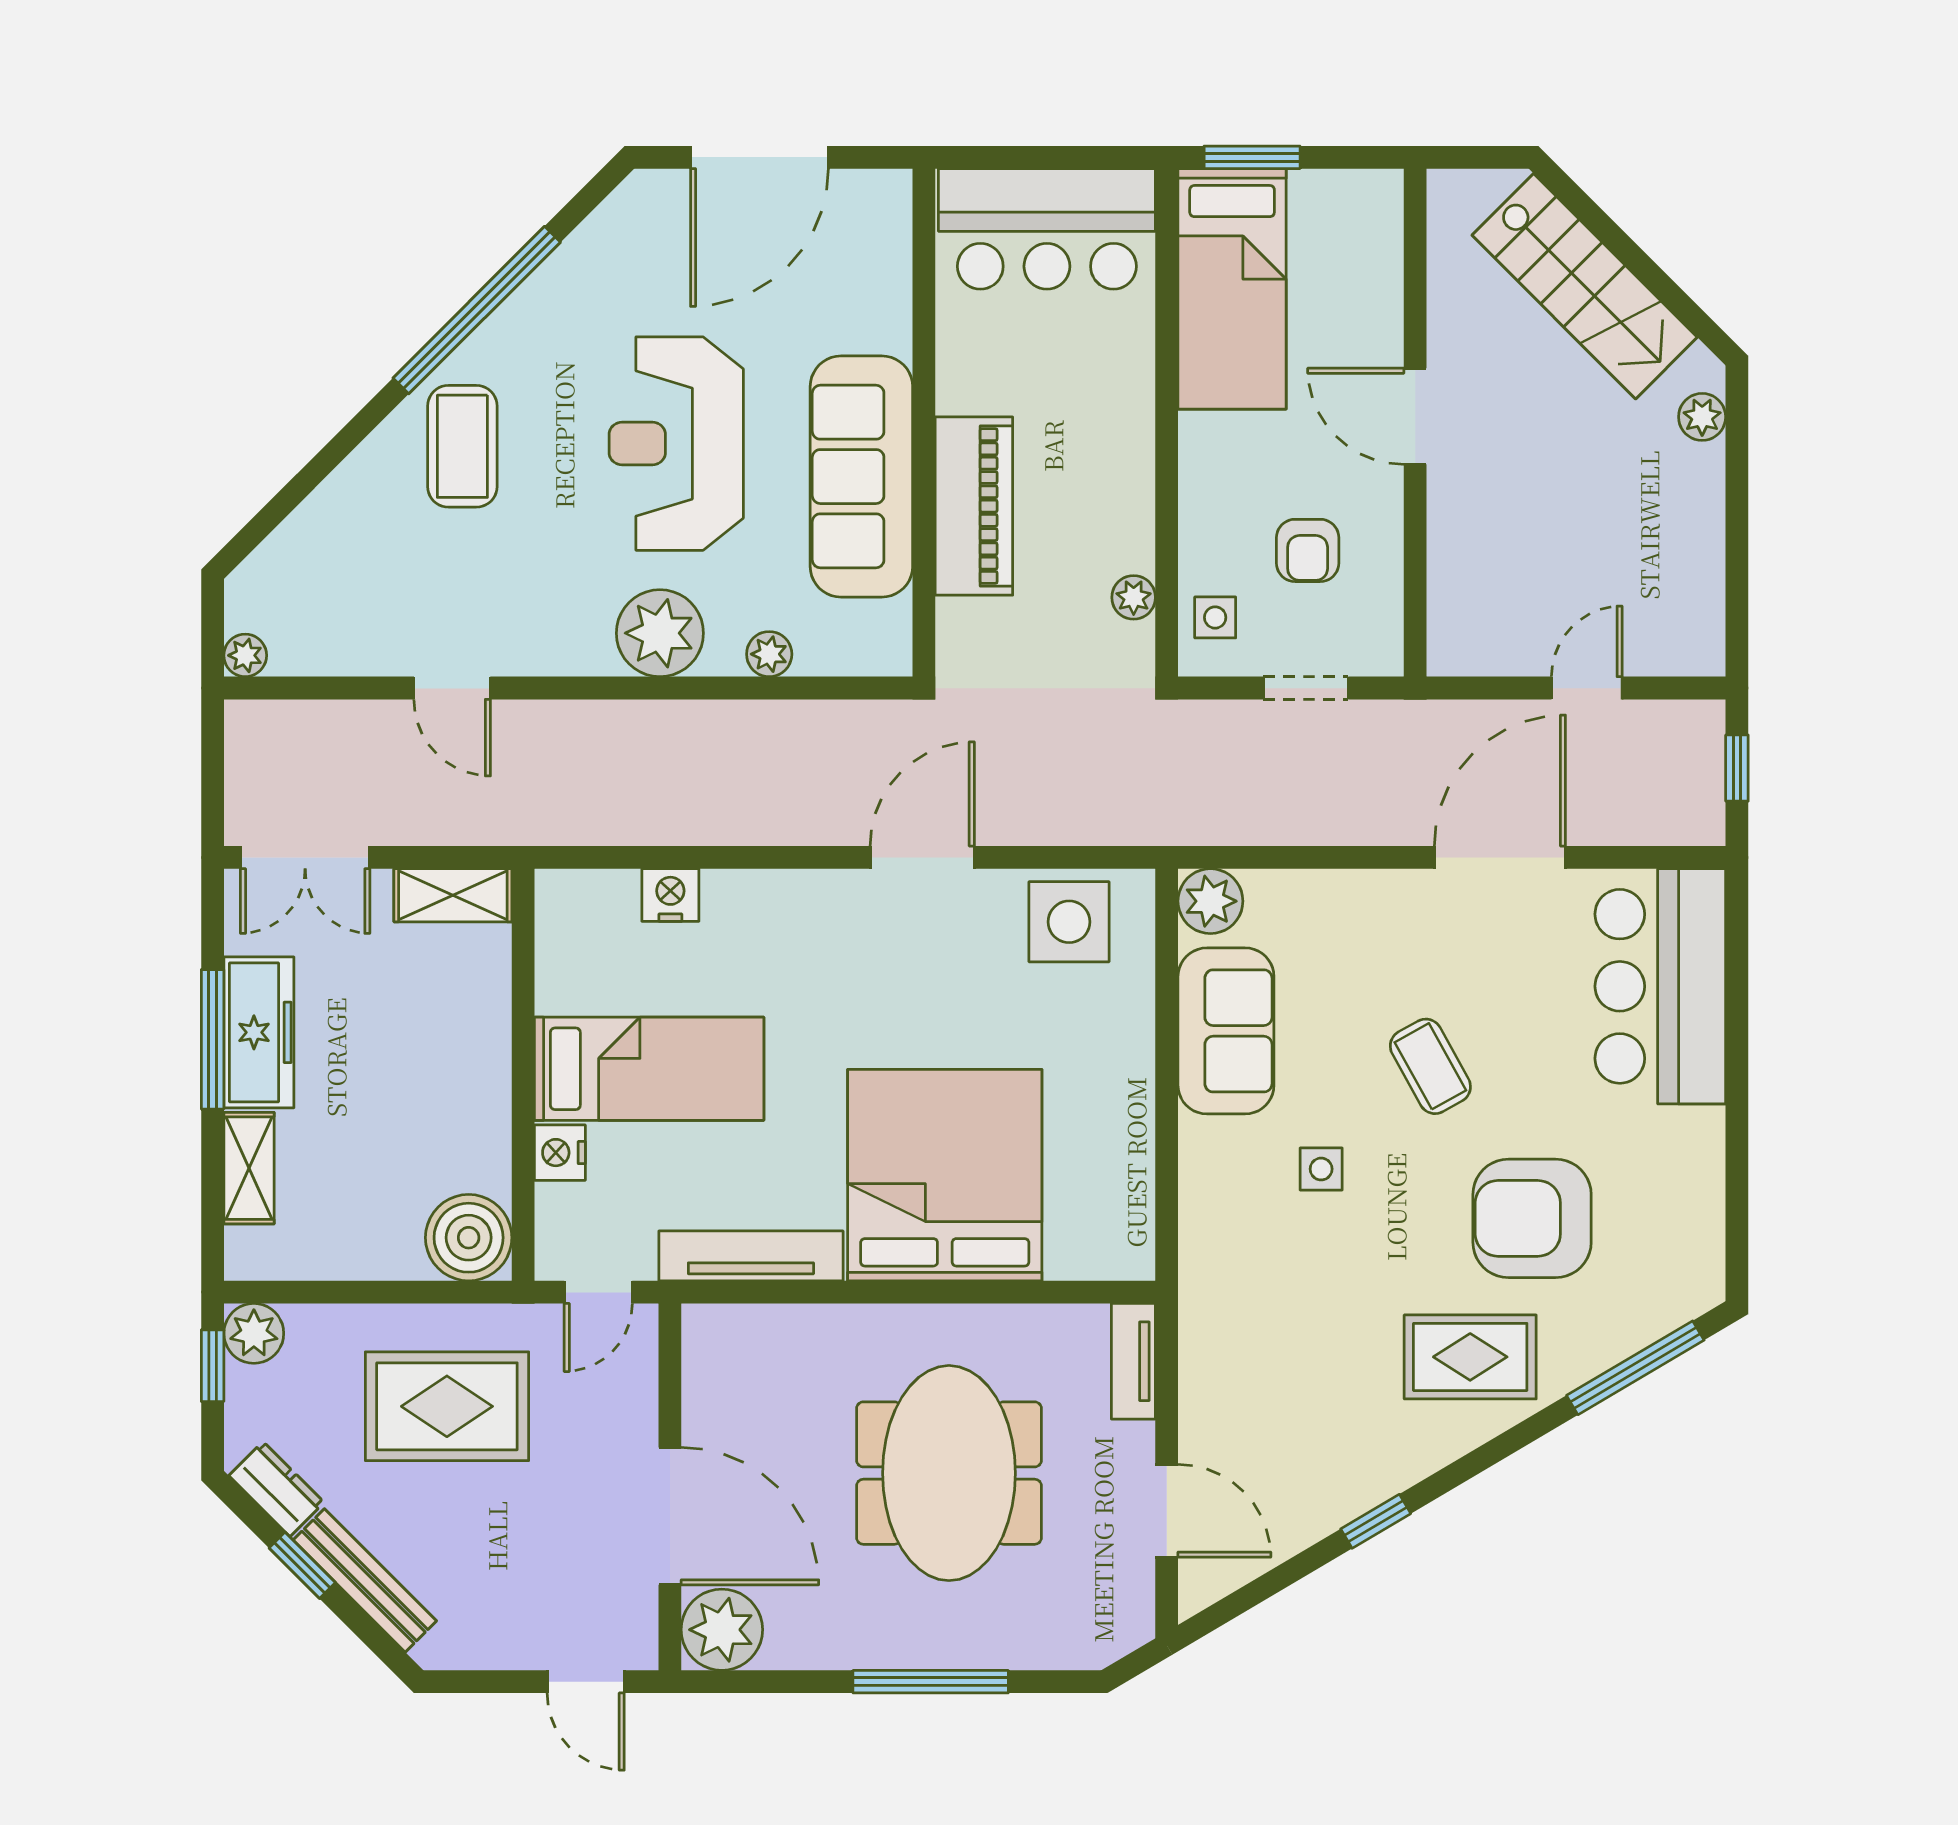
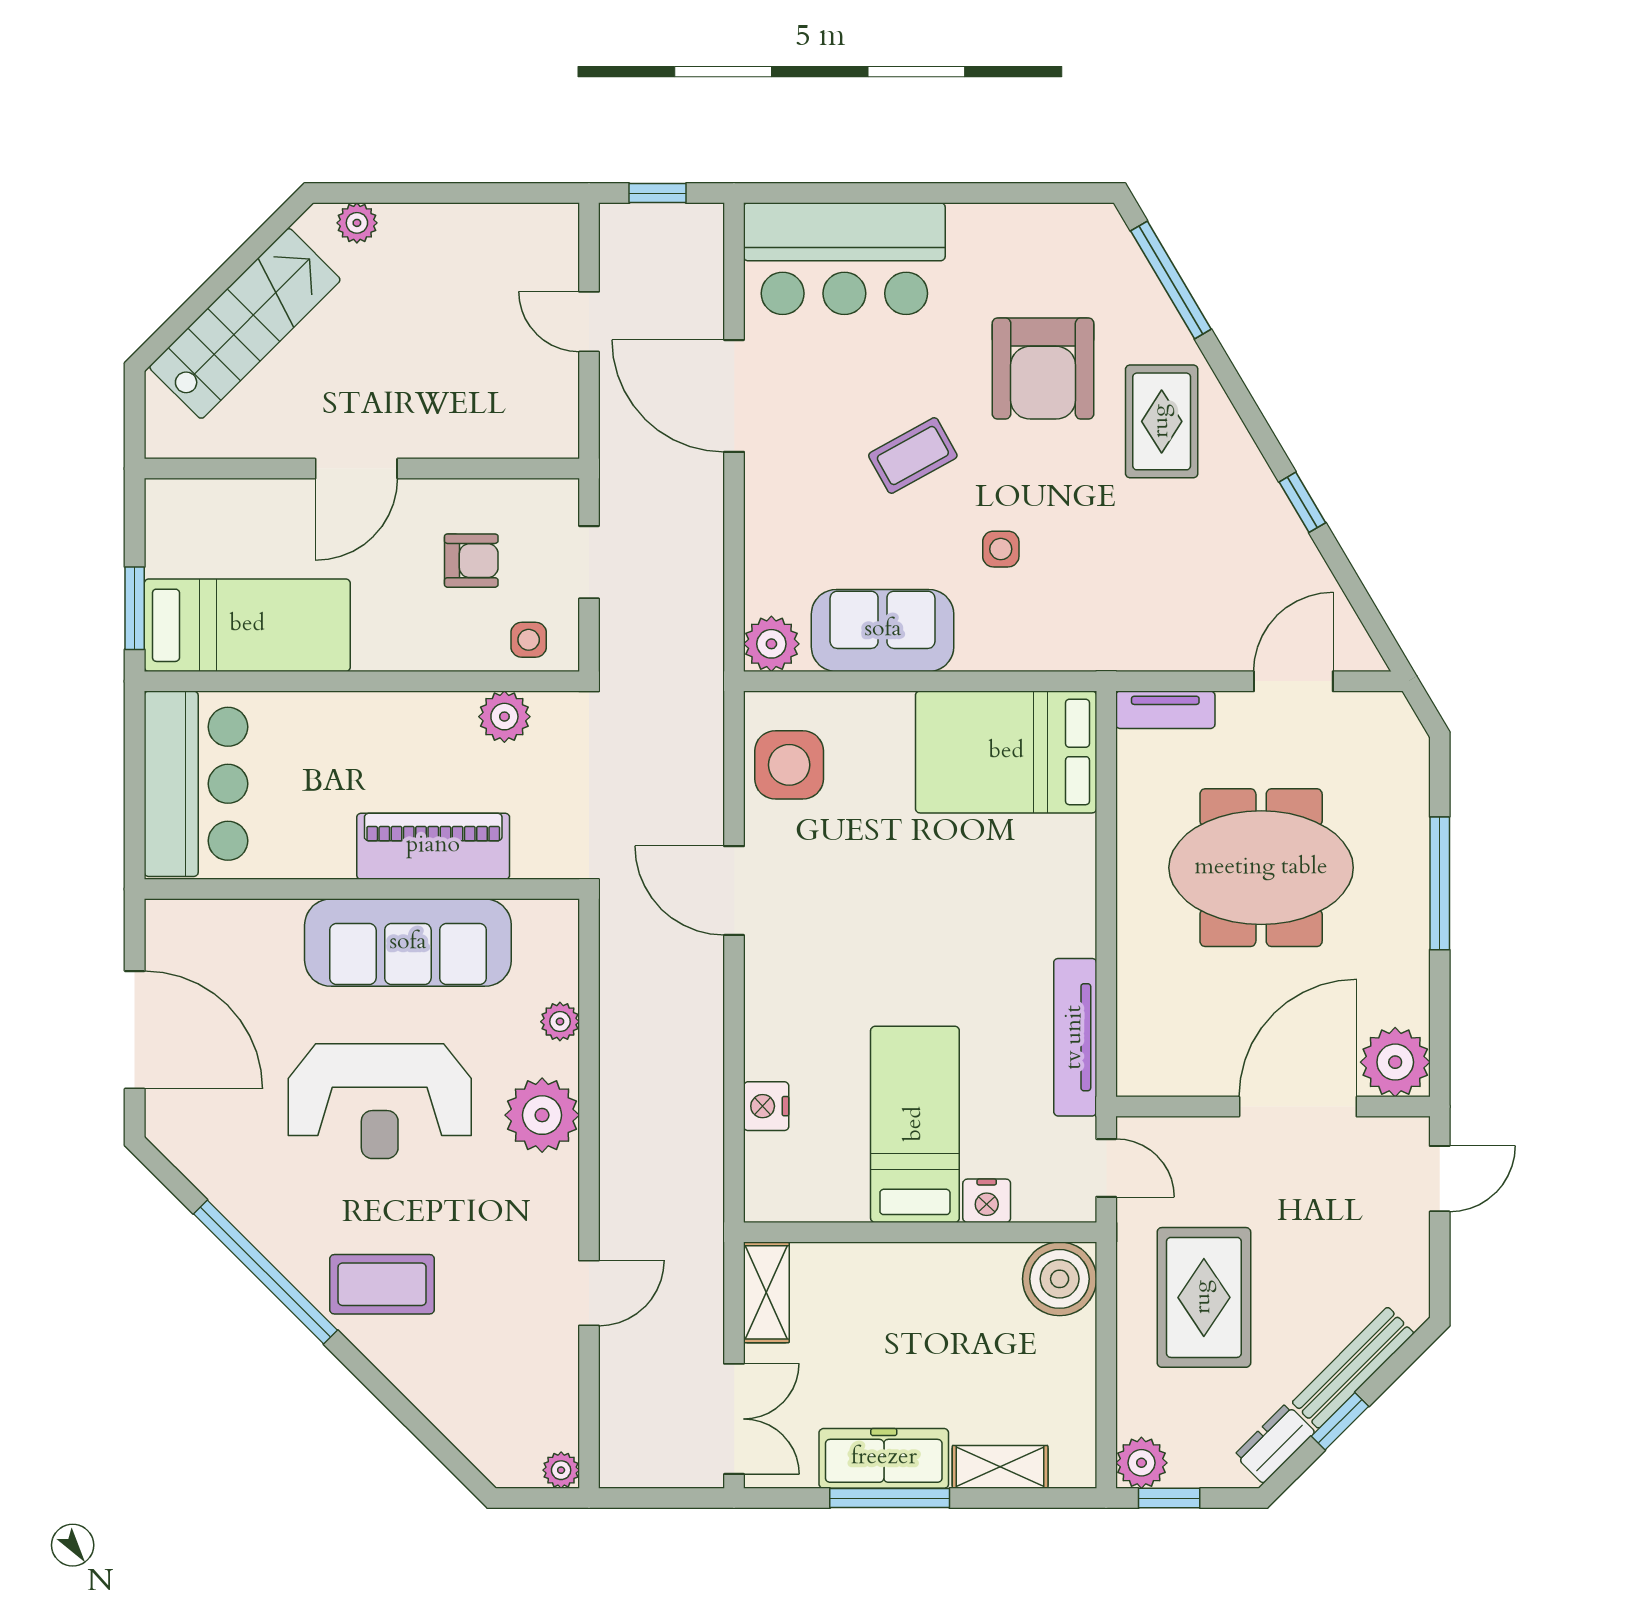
plant: (1134, 597) -> (504, 717), width x1.38, depth x1.38
bed: (945, 1175) -> (1006, 752), moved, width x0.73

